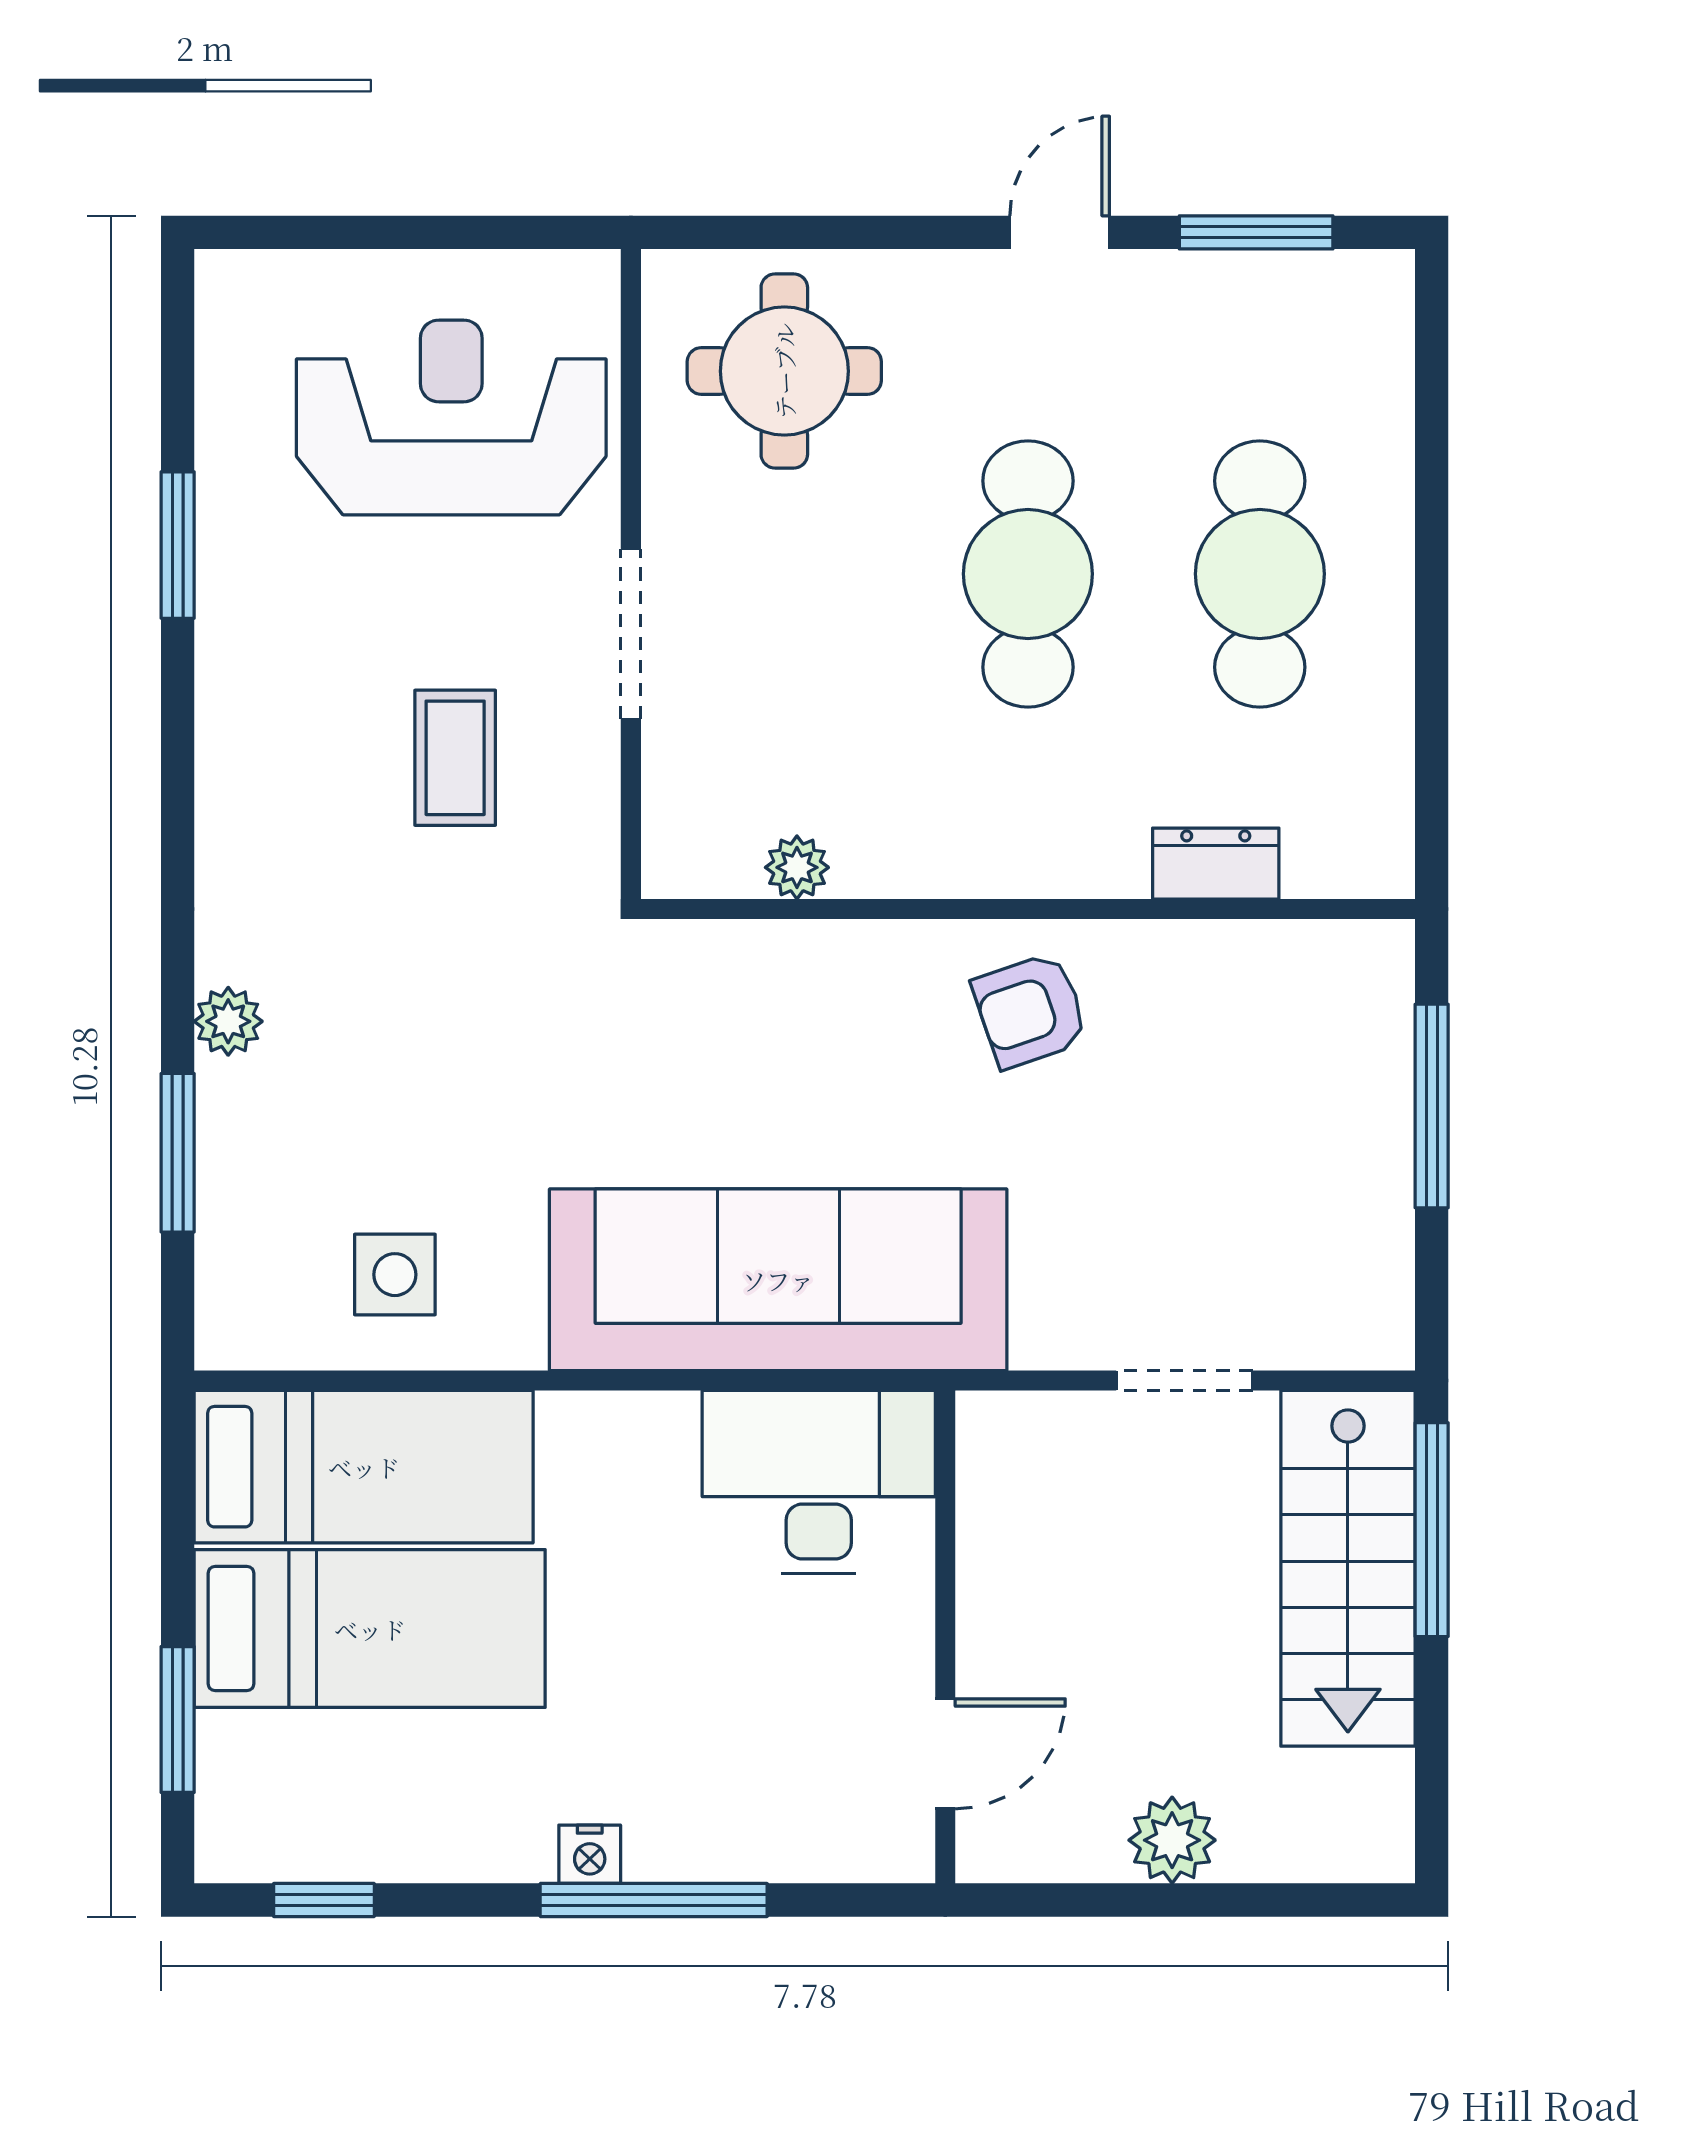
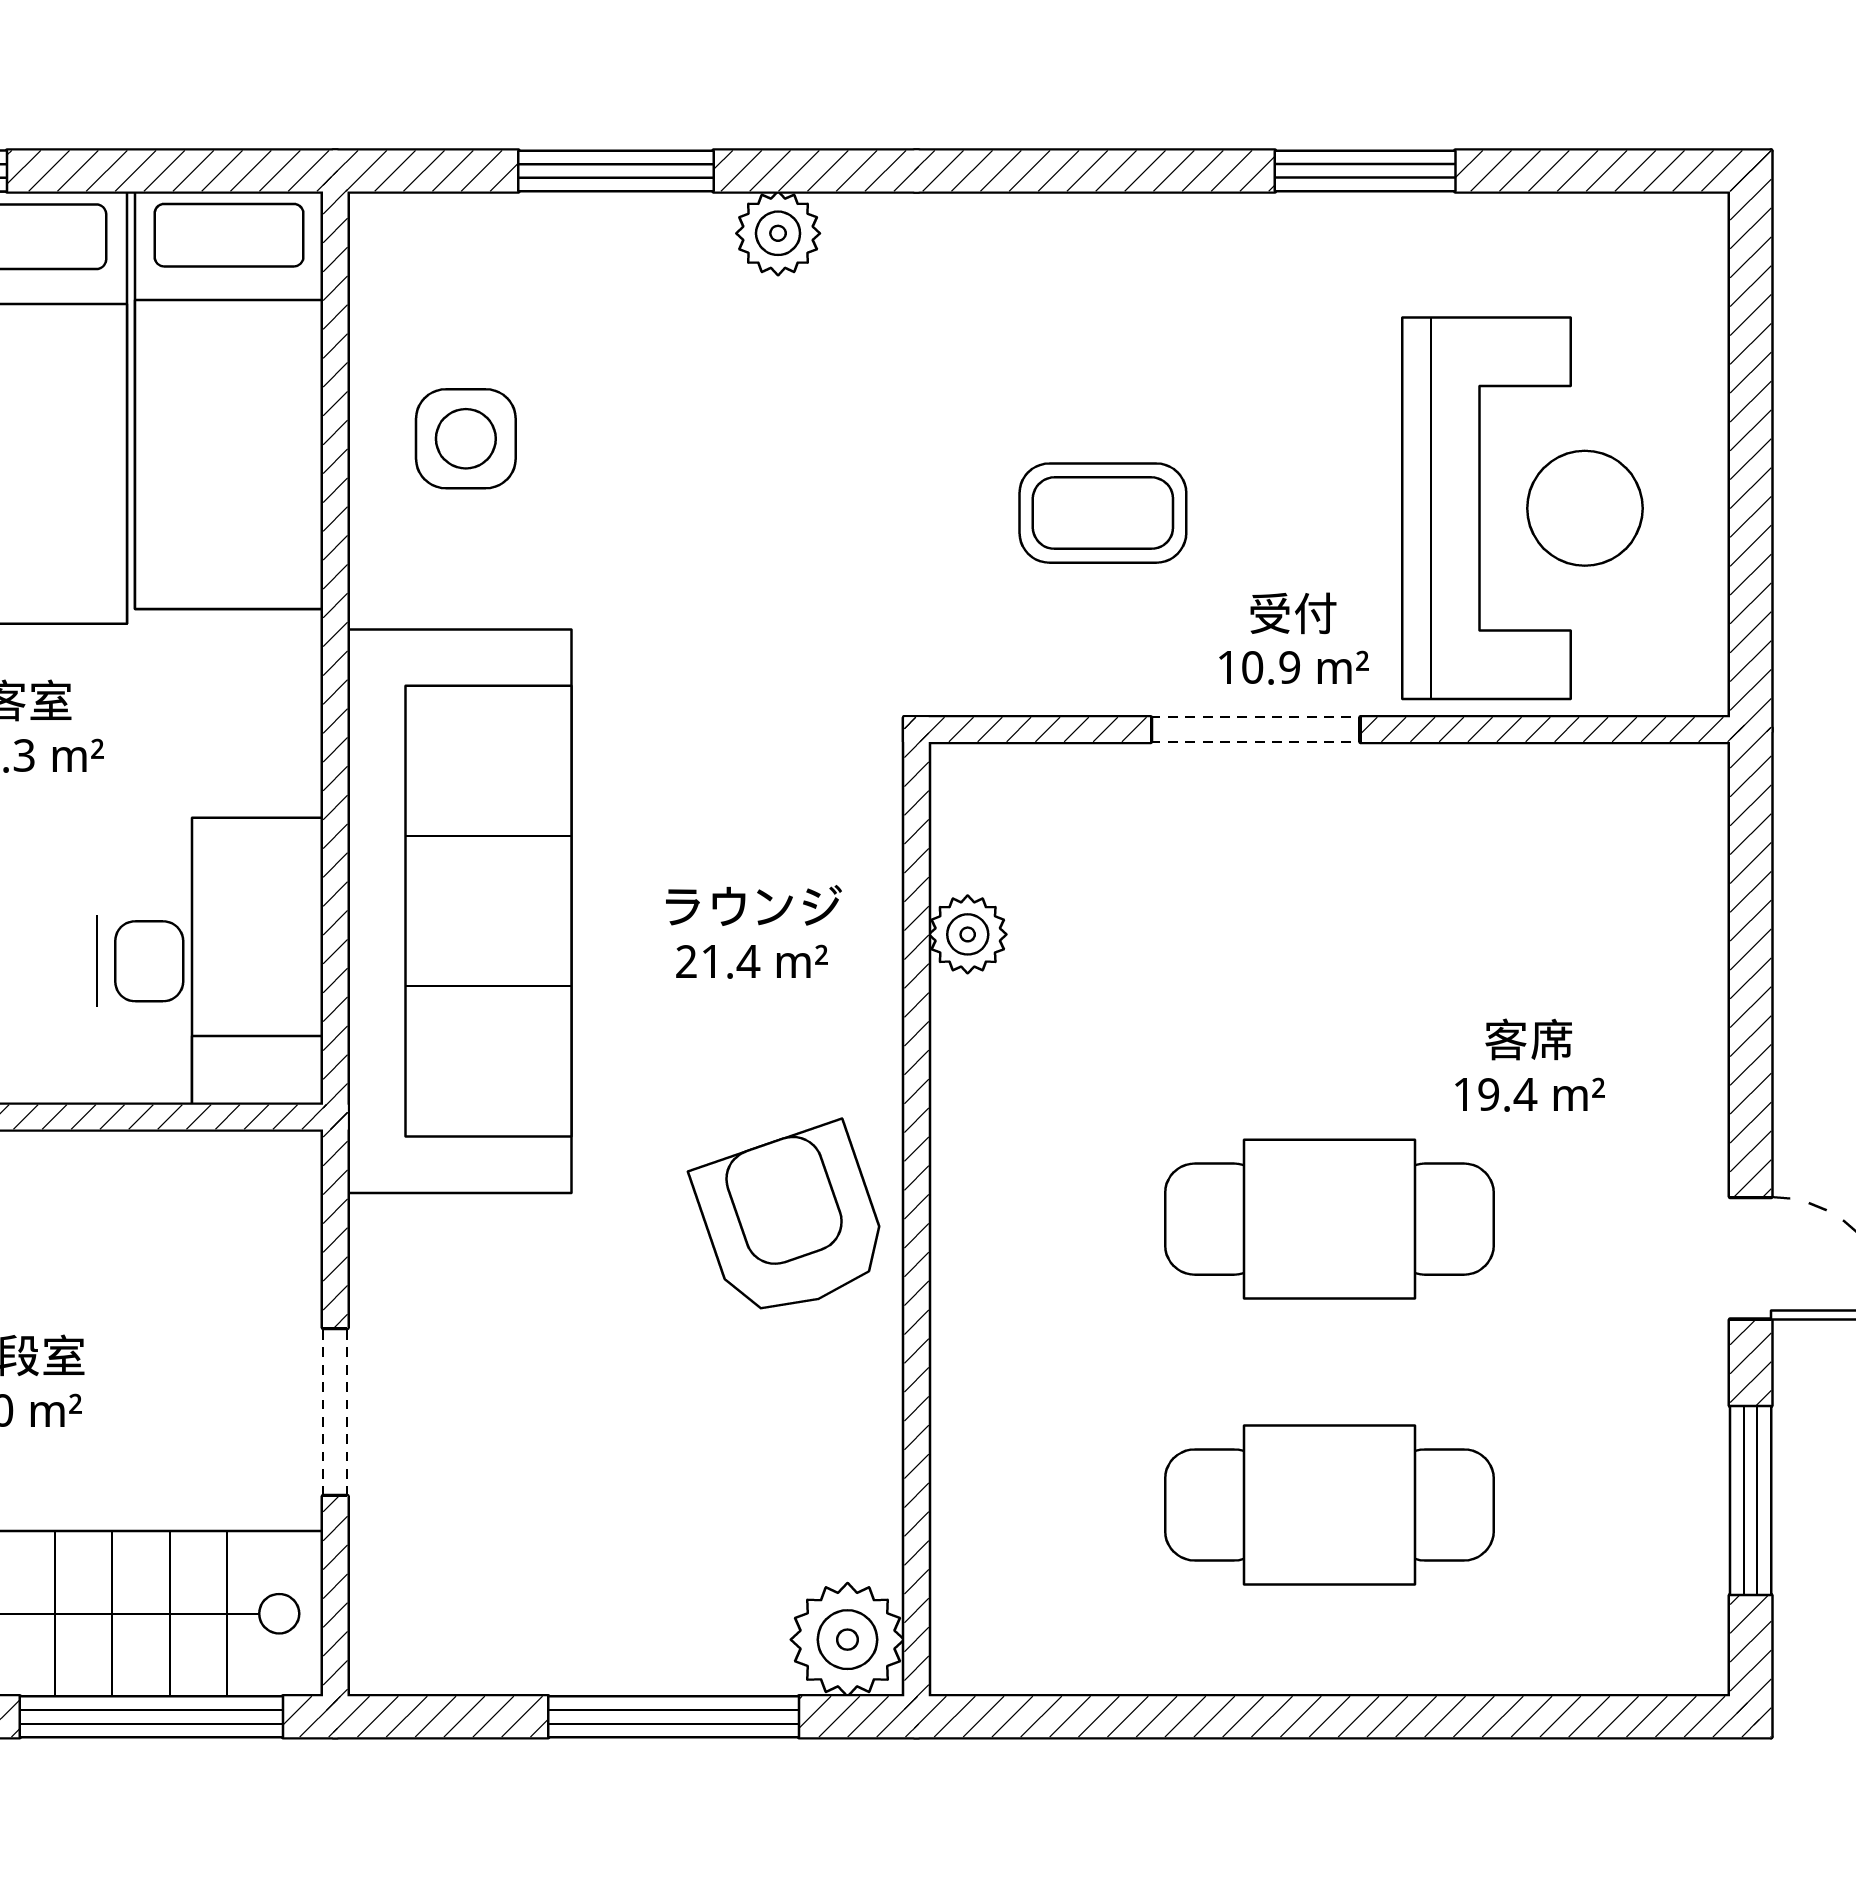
round table: (784, 371) -> (1580, 919), removed
dresser: (1216, 864) -> (973, 1451), removed
plant: (1369, 965) -> (848, 1640), added
armchair: (1030, 1010) -> (791, 1222), width x1.38, depth x1.38

